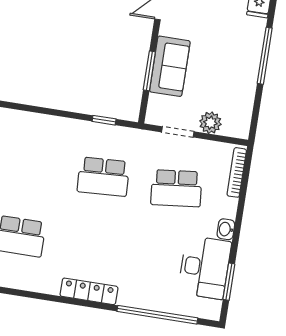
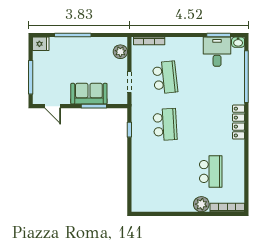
plant: (210, 123) -> (120, 52), moved
washbasin: (226, 229) -> (238, 42), moved
desk: (205, 267) -> (217, 52), width x0.73

